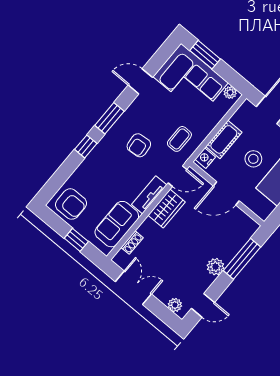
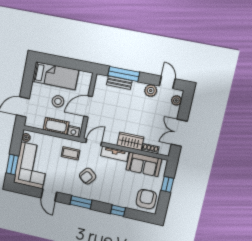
armchair: (139, 145) -> (88, 176), turned 133
window: (86, 146) -> (118, 211), moved
door: (177, 176) -> (94, 142), hinge flipped
door: (226, 193) -> (88, 106), swing flipped
wardrobe: (167, 209) -> (130, 141), moved
bench: (234, 248) -> (119, 83), added
plant: (216, 267) -> (151, 91), moved

